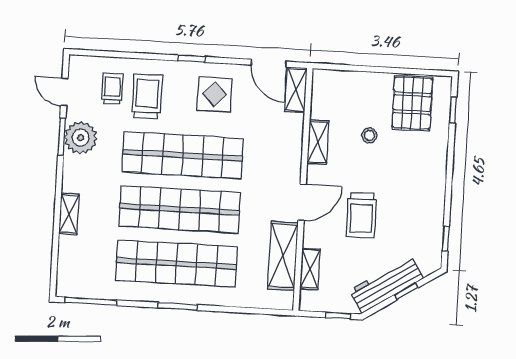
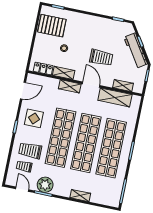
shelving: (296, 90) -> (70, 86), moved
door: (64, 92) -> (22, 189), swing flipped
locker: (321, 98) -> (43, 68), added

